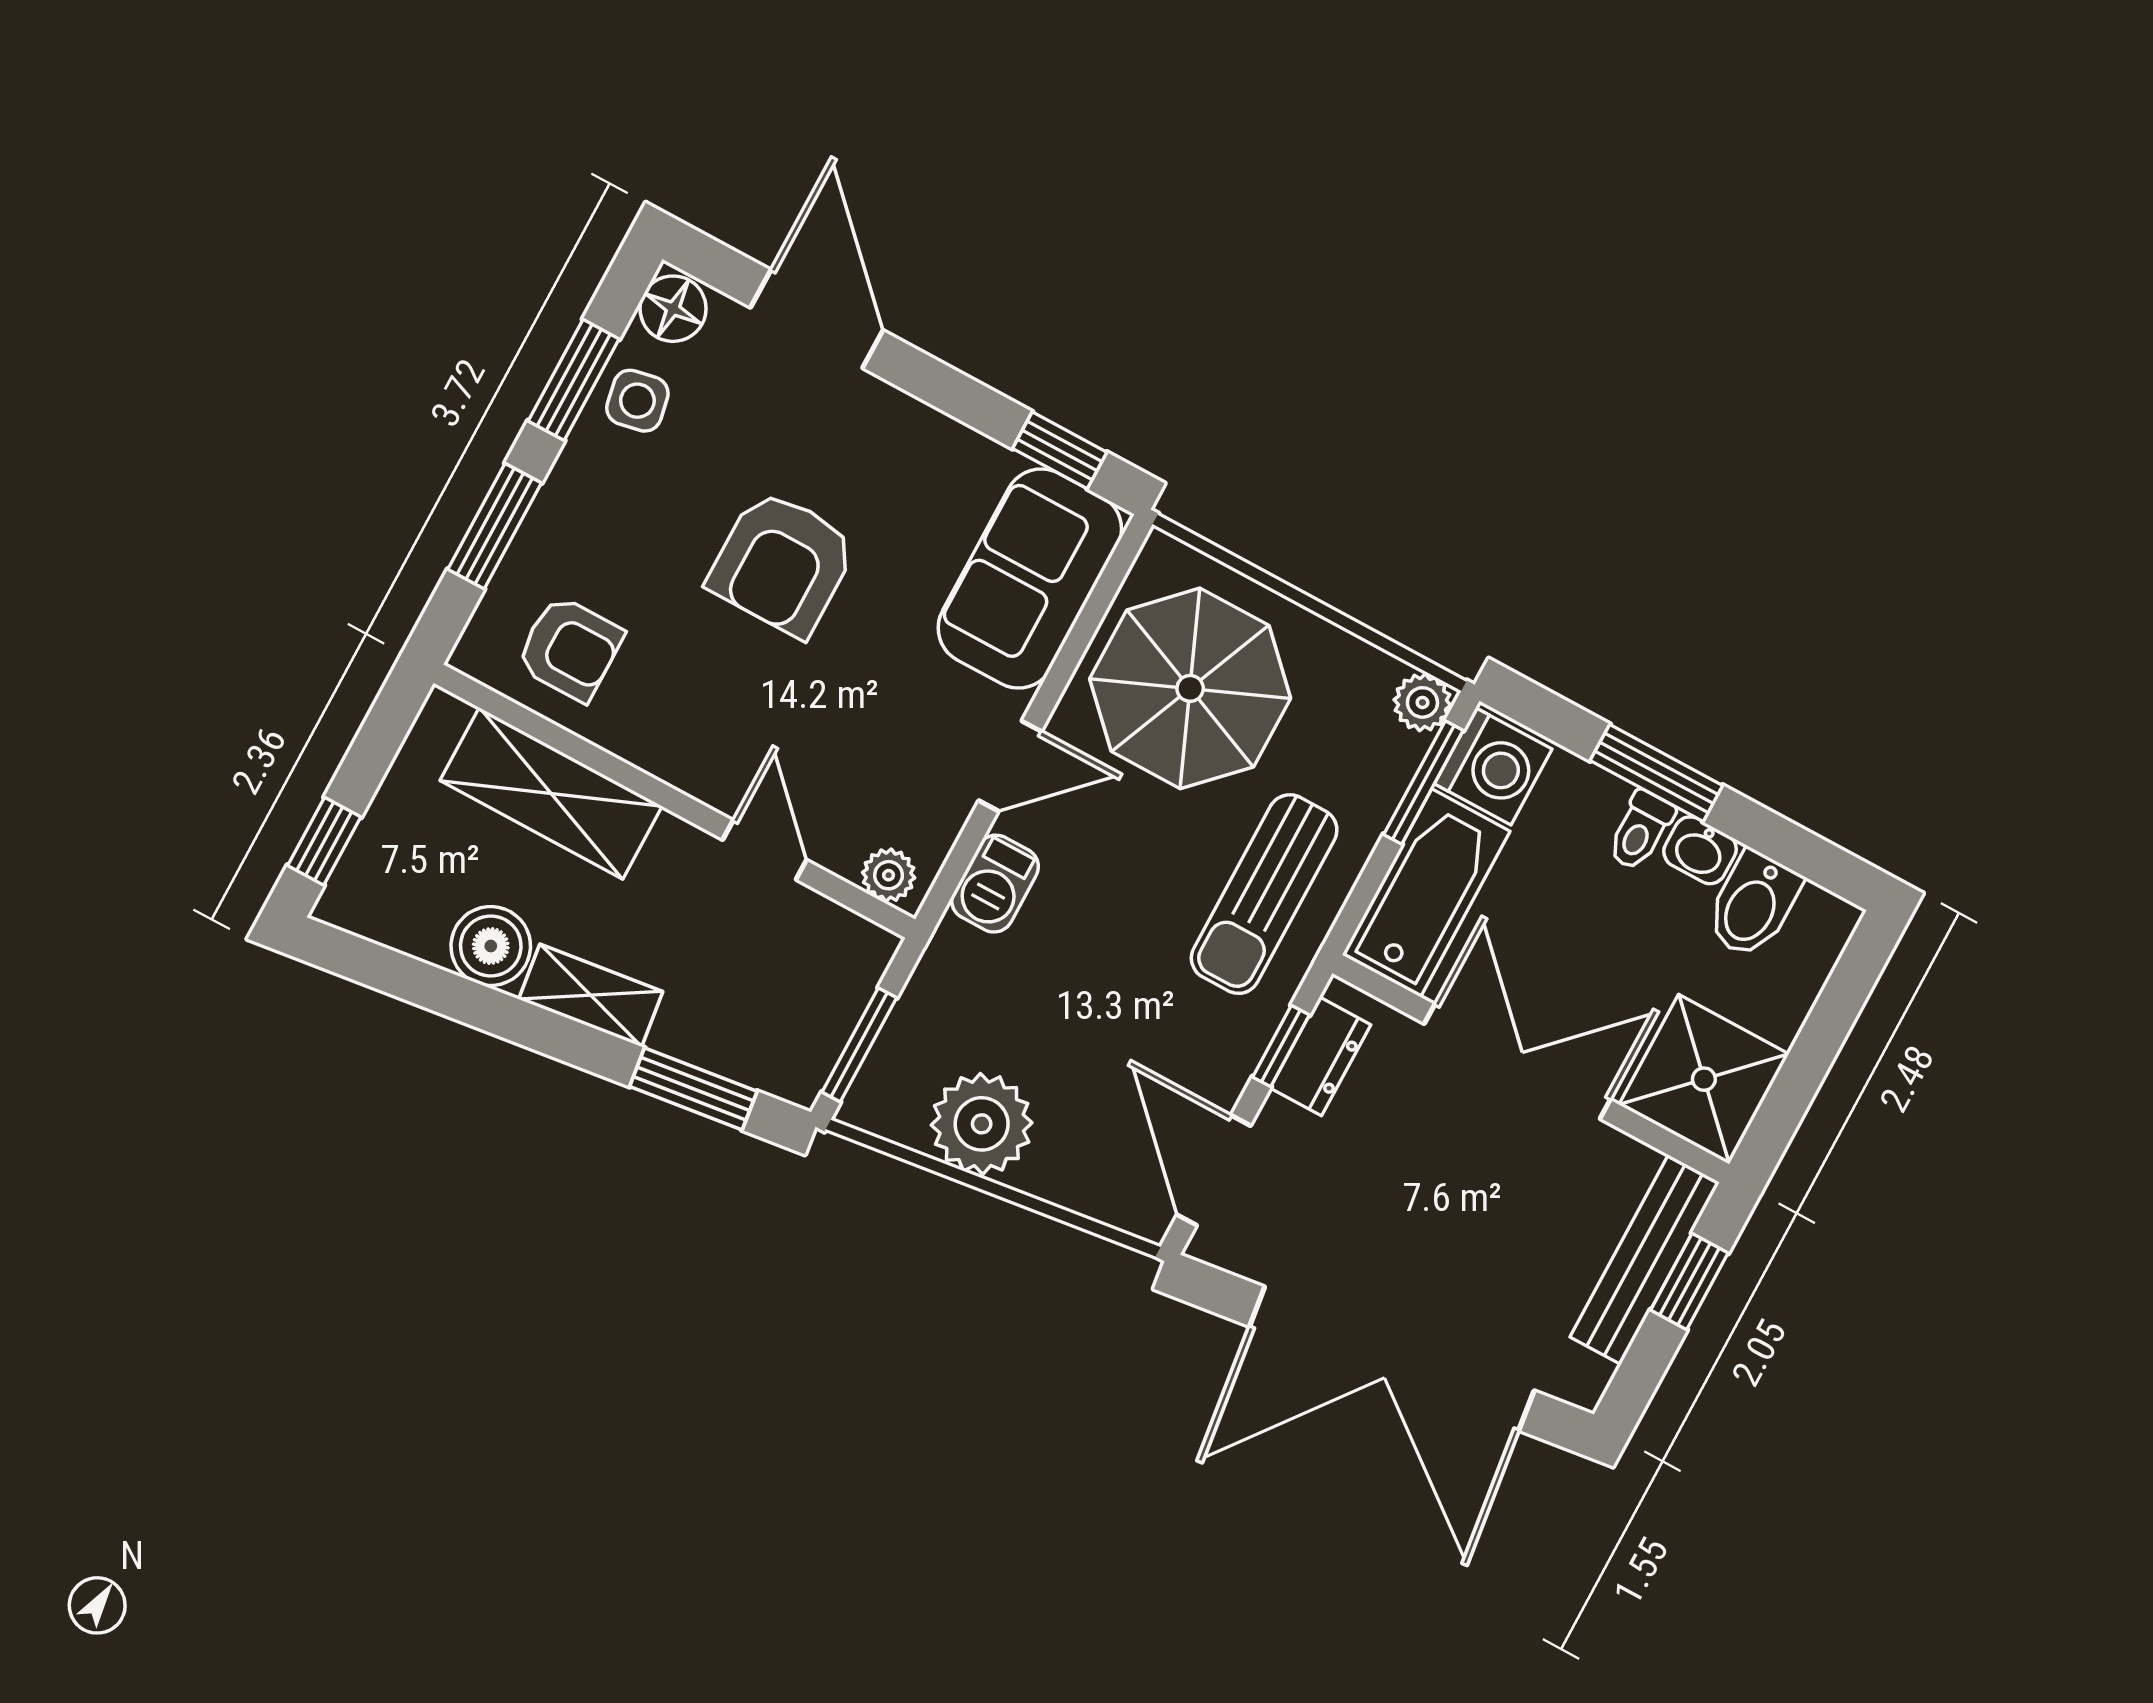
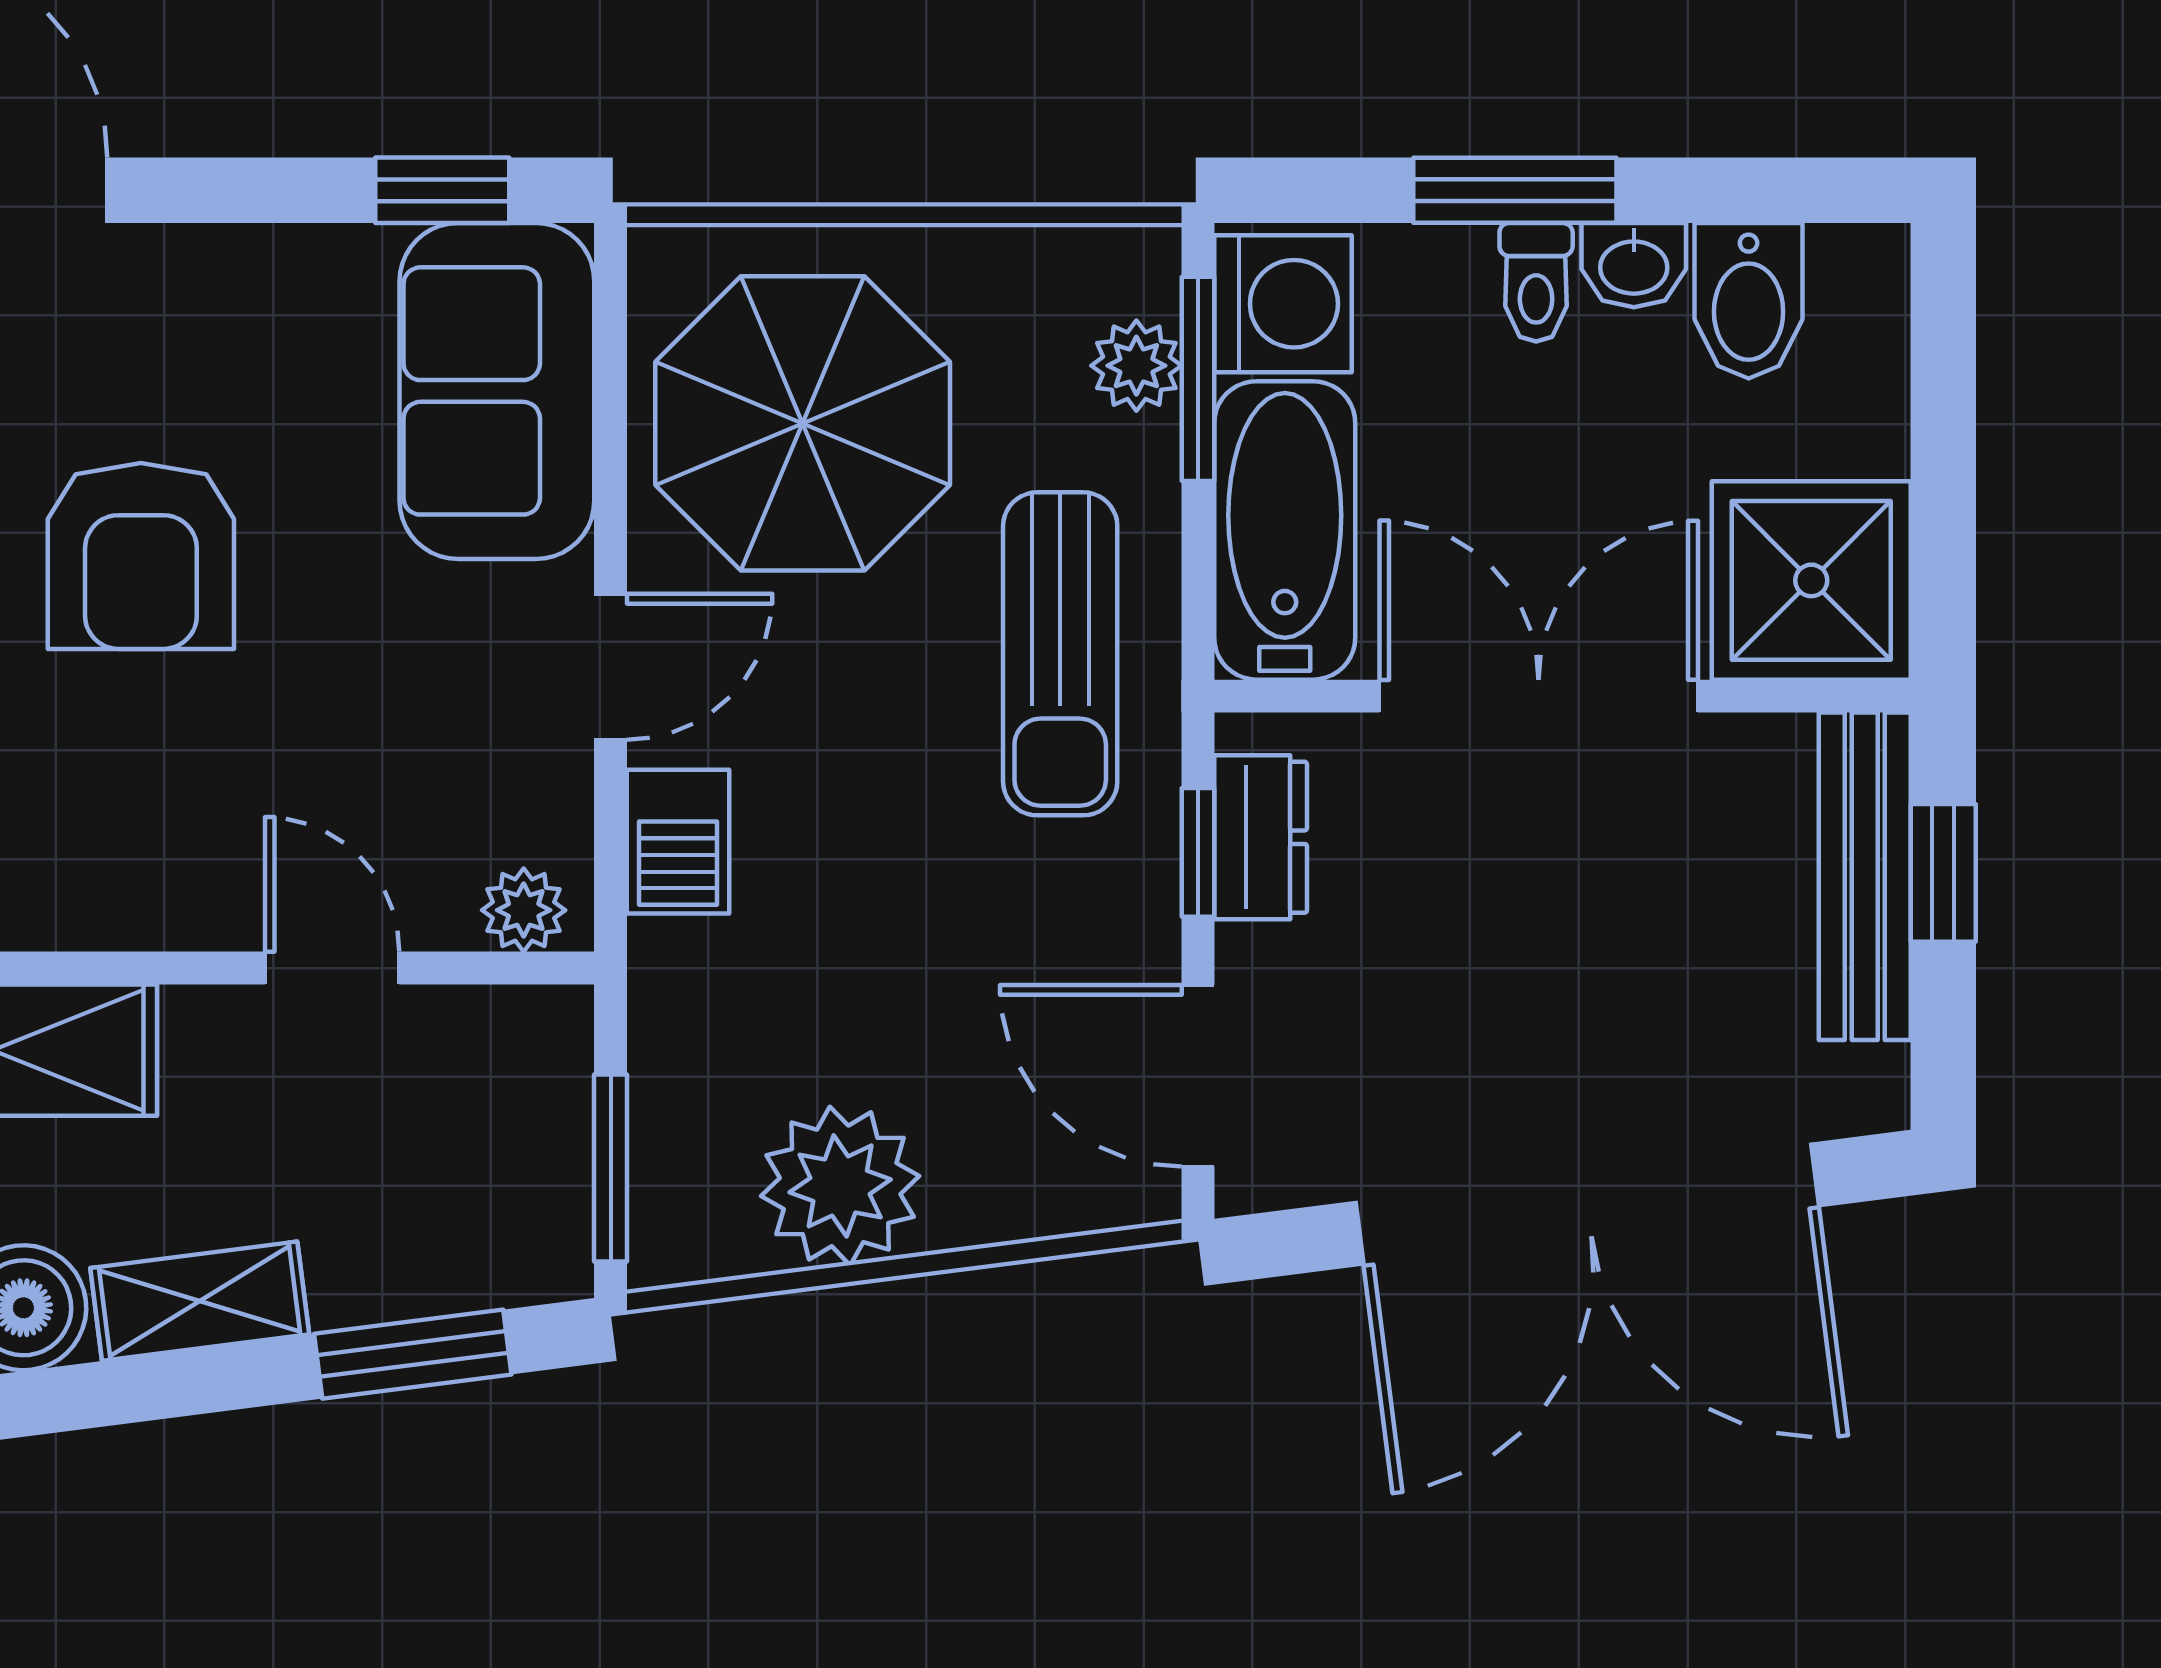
plant: (1422, 702) -> (1136, 366), moved

